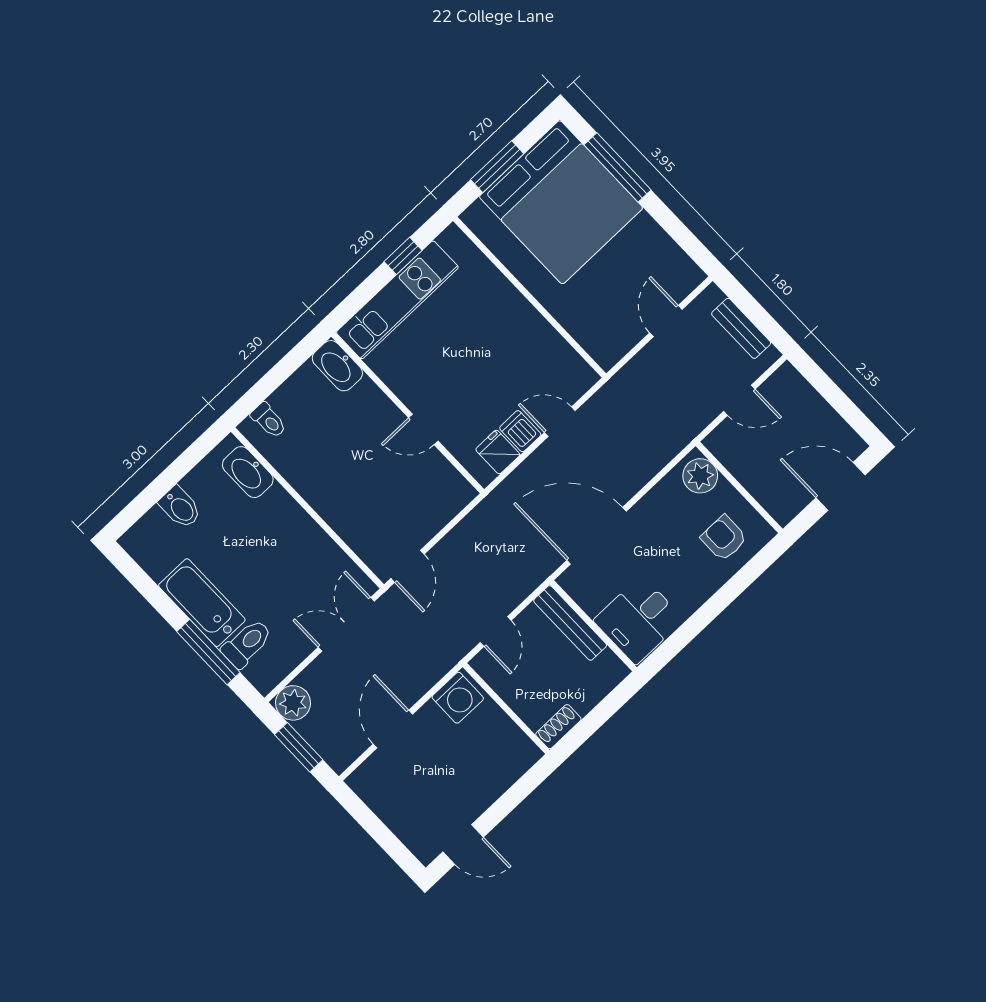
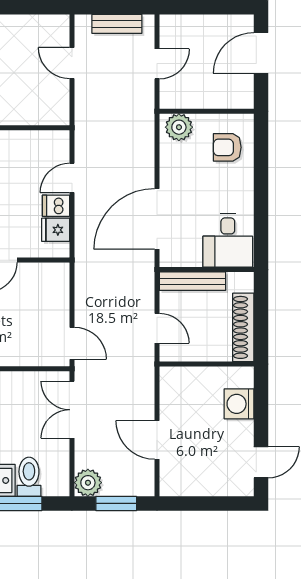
washing machine: (458, 698) -> (239, 404), moved, turned 180
shoe rack: (558, 727) -> (243, 327), width x1.94, depth x1.24

